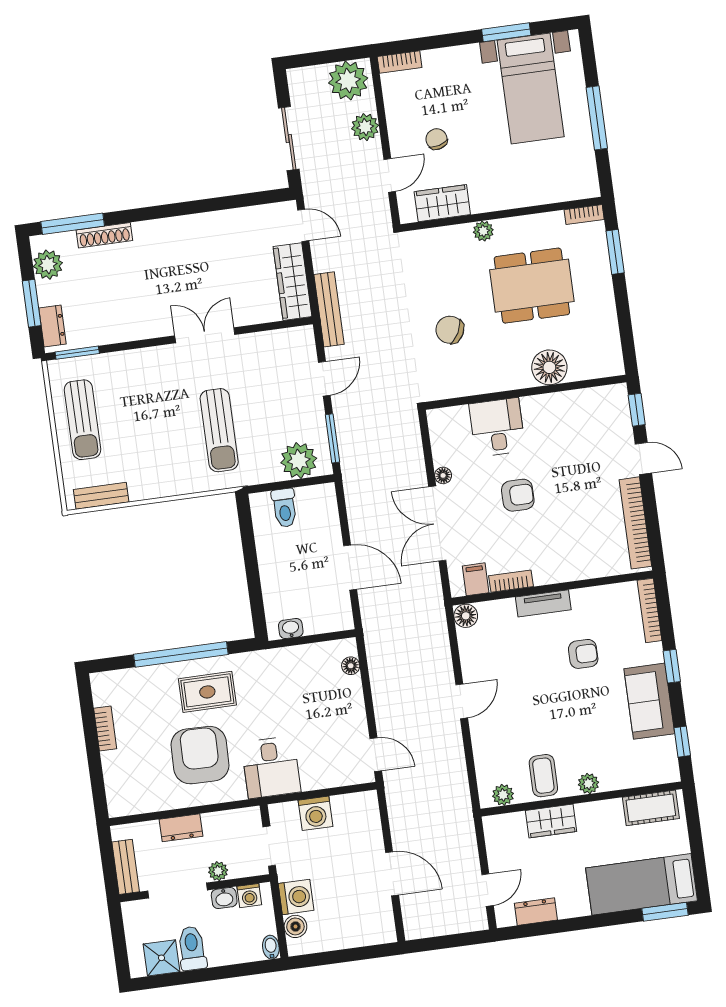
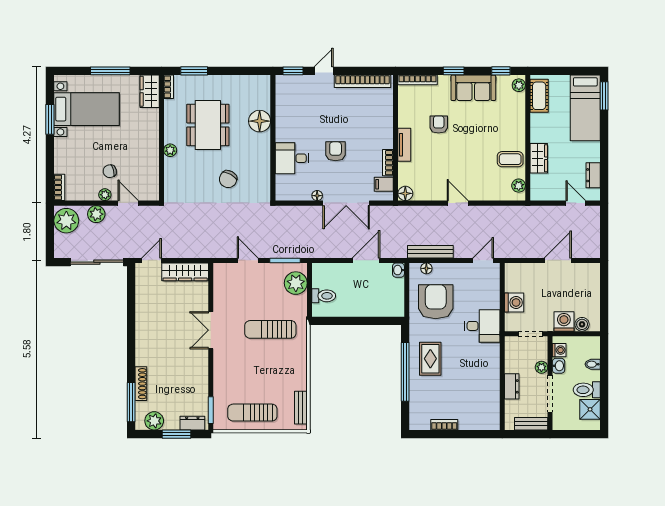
plant: (398, 137) -> (105, 195), added
sliding door: (289, 139) -> (97, 262), width x1.37
wardrobe: (442, 203) -> (150, 91), moved
bench: (329, 309) -> (430, 252), moved
sun lounger: (83, 420) -> (252, 413), turned 180
sun lounger: (219, 430) -> (270, 329), turned 180
washbasin: (291, 629) -> (398, 270), moved
armchair: (200, 755) -> (436, 302), moved, turned 89
plant: (588, 784) -> (519, 85), moved
bidet: (271, 947) -> (593, 364), moved

